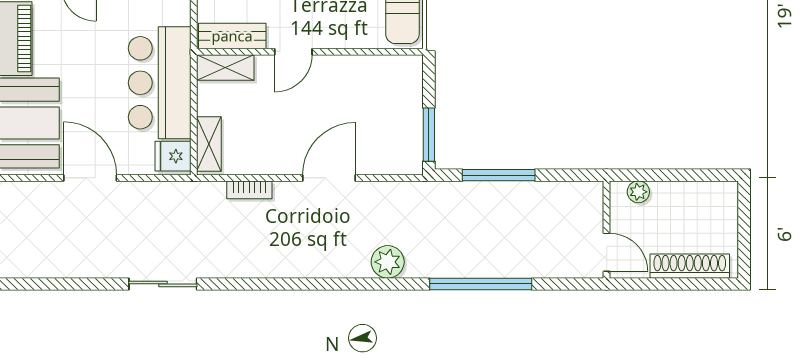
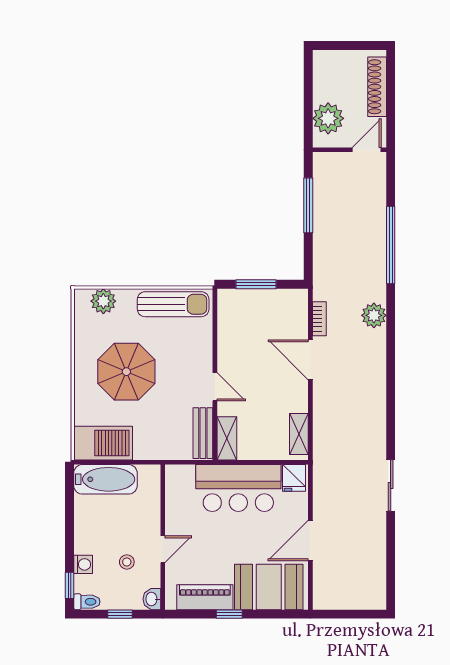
window: (429, 135) -> (256, 284), moved
shelving: (209, 144) -> (299, 434), moved, turned 90
window: (499, 175) -> (308, 205), moved
bookcase: (249, 190) -> (319, 319), moved
plant: (638, 192) -> (328, 118), width x1.88, depth x1.88

